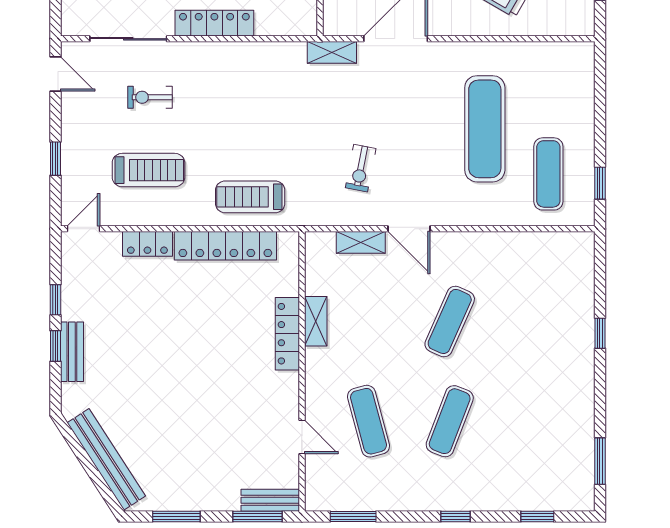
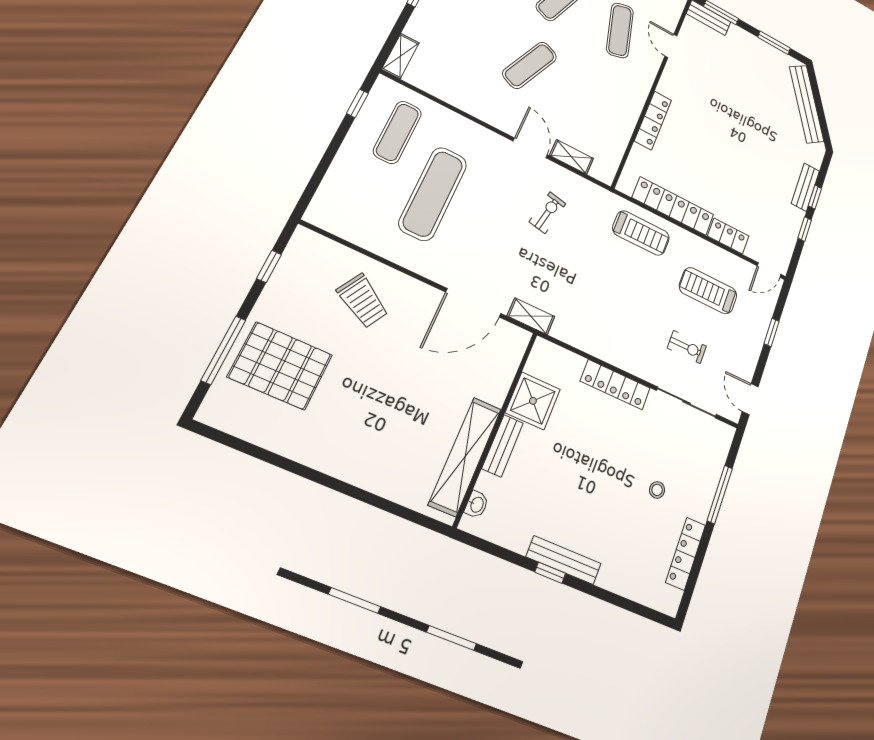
shelving: (316, 321) -> (400, 56), moved

